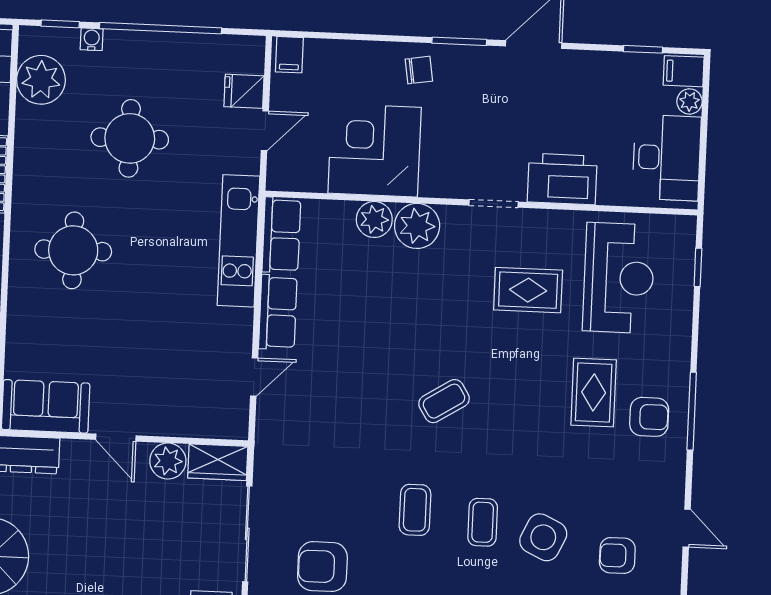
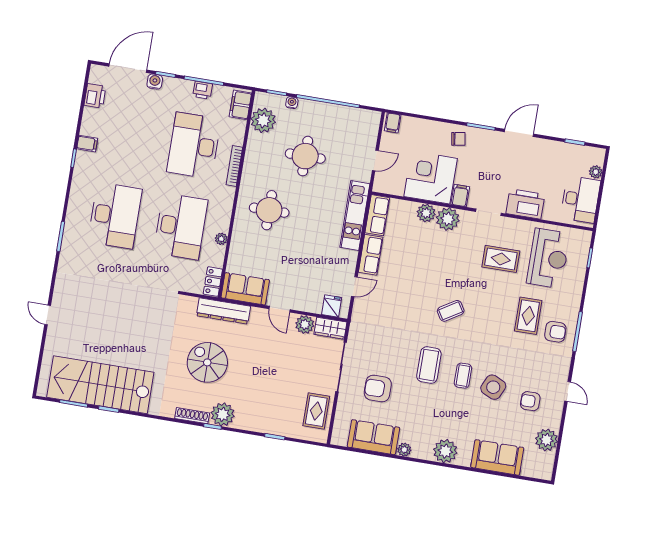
filing cabinet: (684, 71) -> (460, 196), moved, turned 90
fridge: (244, 91) -> (332, 306), moved, turned 90
coffee table: (415, 510) -> (429, 365), width x1.36, depth x1.30

